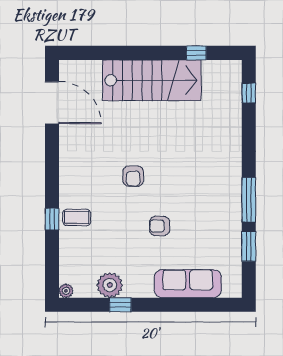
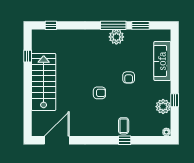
plant: (229, 205) -> (116, 37), added

